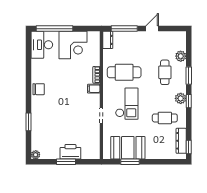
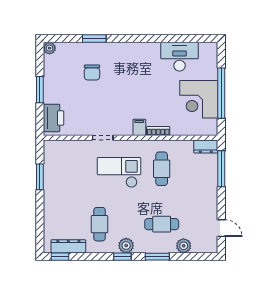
window: (54, 29) -> (221, 93), moved
door: (152, 29) -> (221, 228), moved
desk: (42, 45) -> (180, 57), moved
cafe table: (124, 72) -> (162, 169), width x0.73, depth x0.74
chair: (39, 89) -> (92, 73), moved
checkout: (127, 104) -> (119, 172), turned 180
booth: (128, 148) -> (59, 174), removed
printer: (70, 152) -> (54, 118), moved

